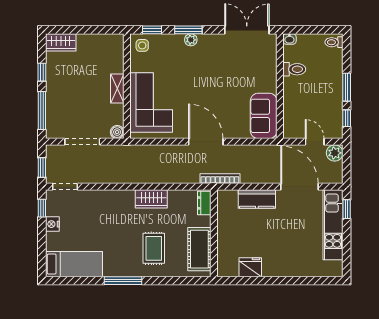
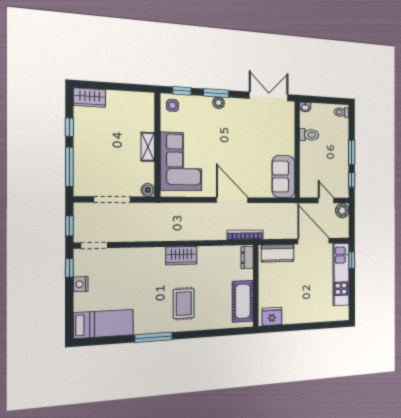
dresser: (204, 203) -> (247, 258), moved
wall: (214, 233) -> (256, 286), moved
cot: (199, 249) -> (243, 301), moved

